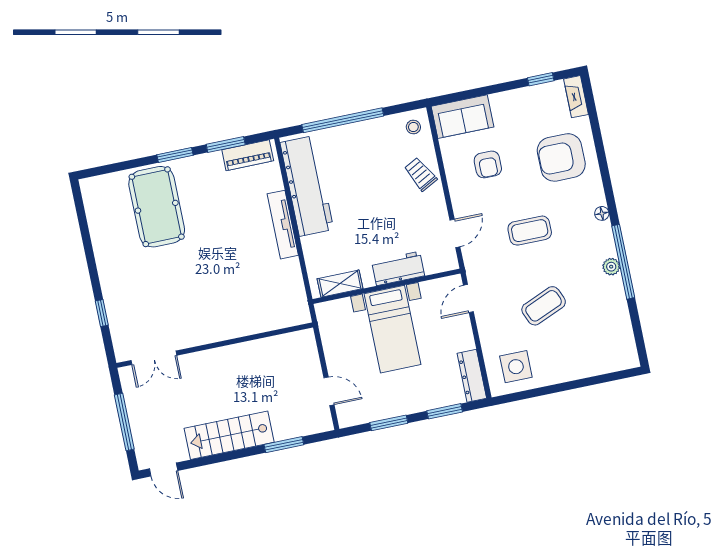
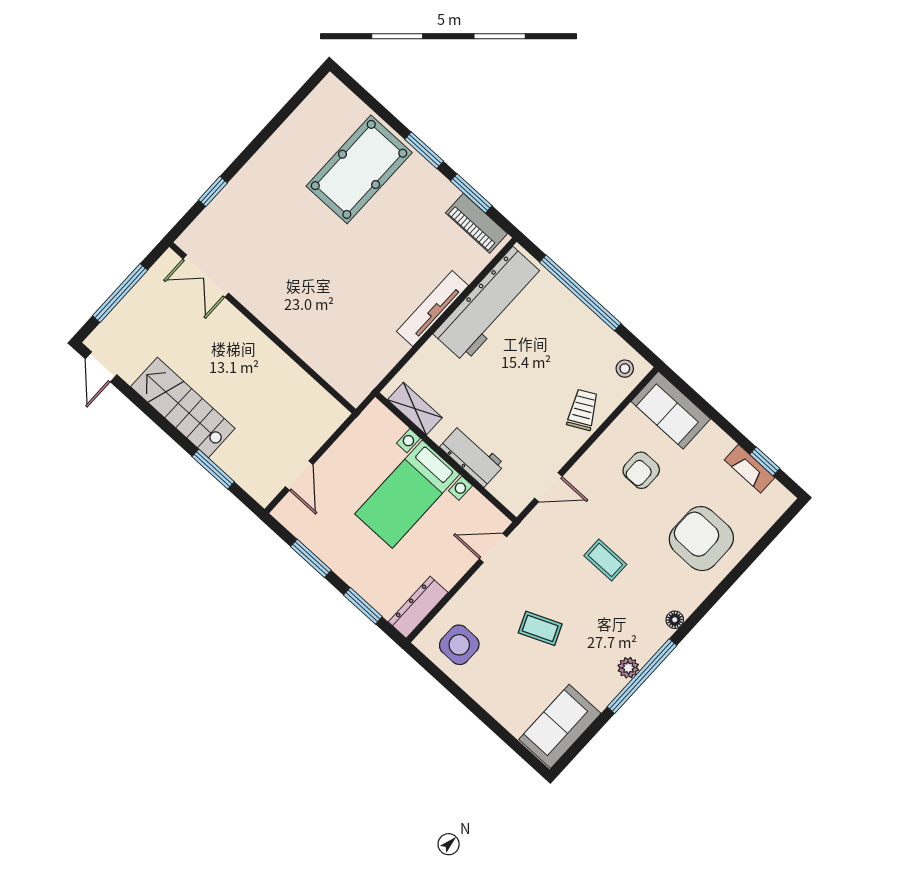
fireplace: (576, 97) -> (750, 469), moved, turned -90
coffee table: (530, 231) -> (605, 560), width x0.73, depth x0.77
coffee table: (544, 306) -> (540, 628), width x0.73, depth x0.77
sofa: (617, 339) -> (560, 726), added

